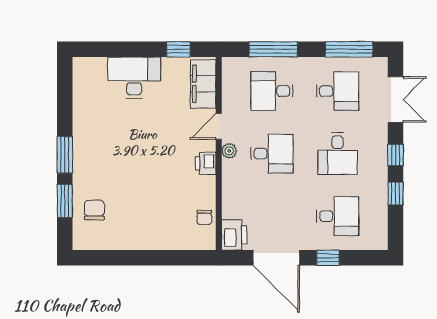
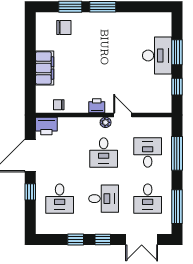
window: (130, 49) -> (177, 52), added
filing cabinet: (203, 84) -> (45, 68), moved, turned 90
desk: (338, 154) -> (104, 199), turned 180

